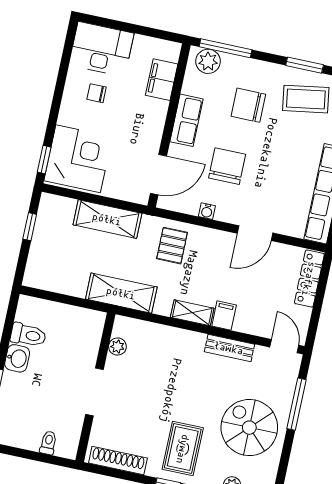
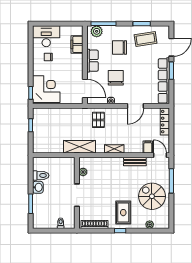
door: (158, 175) -> (85, 89), hinge flipped
shelving: (107, 219) -> (66, 114), removed
filing cabinet: (224, 315) -> (148, 147), moved

